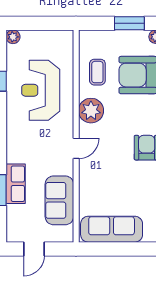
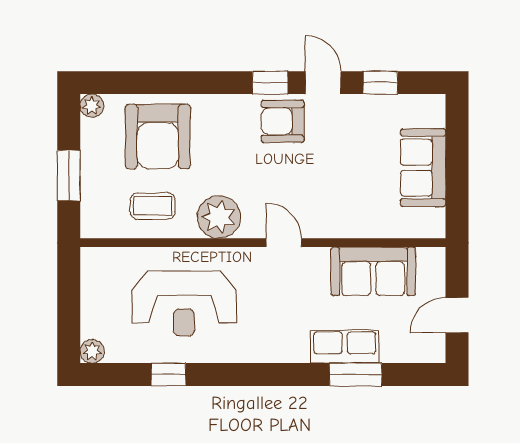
window: (129, 23) -> (69, 176), moved
sofa: (112, 229) -> (423, 168), width x0.73
door: (34, 249) -> (457, 315), swing flipped

